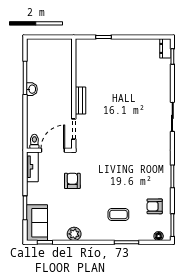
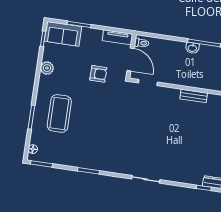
bench: (80, 101) -> (194, 96), moved
armchair: (155, 206) -> (62, 150), removed
coffee table: (118, 215) -> (59, 113), width x1.86, depth x1.72

